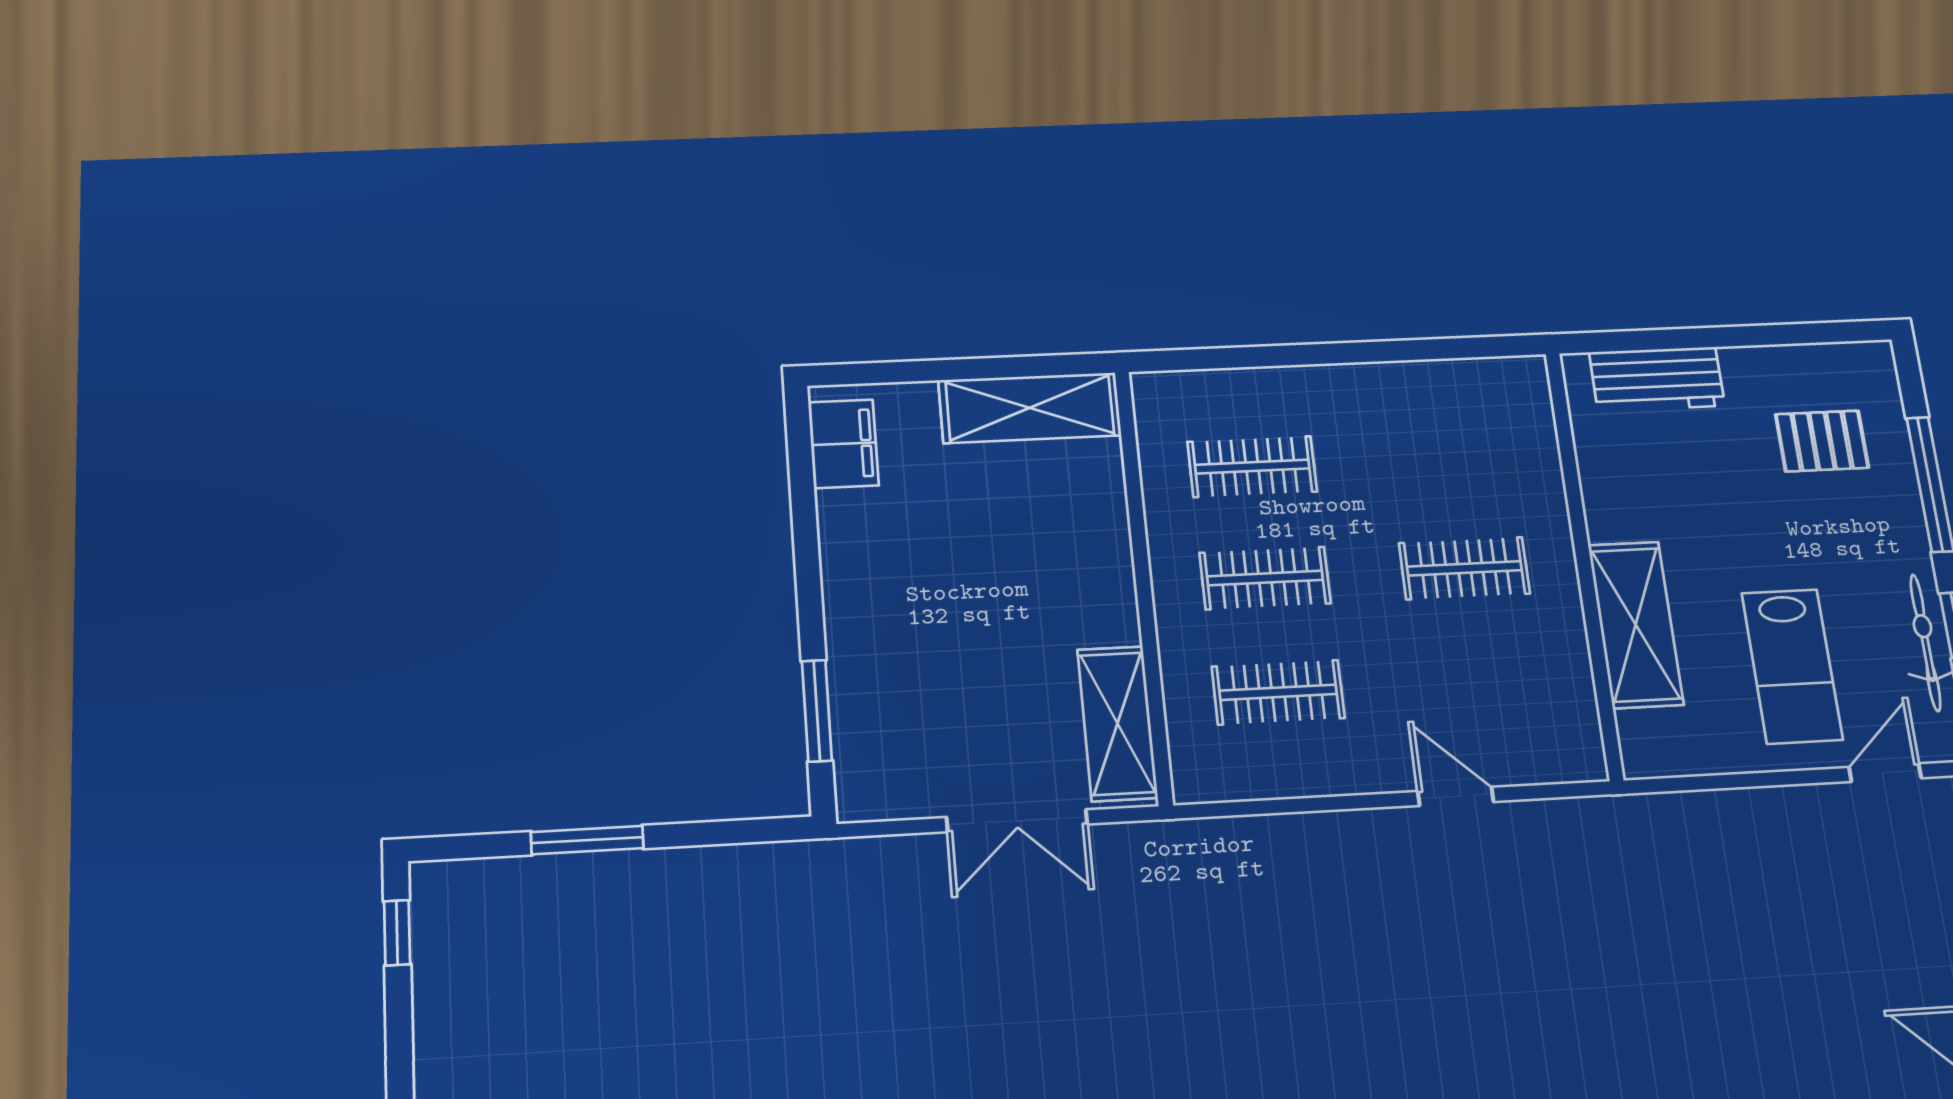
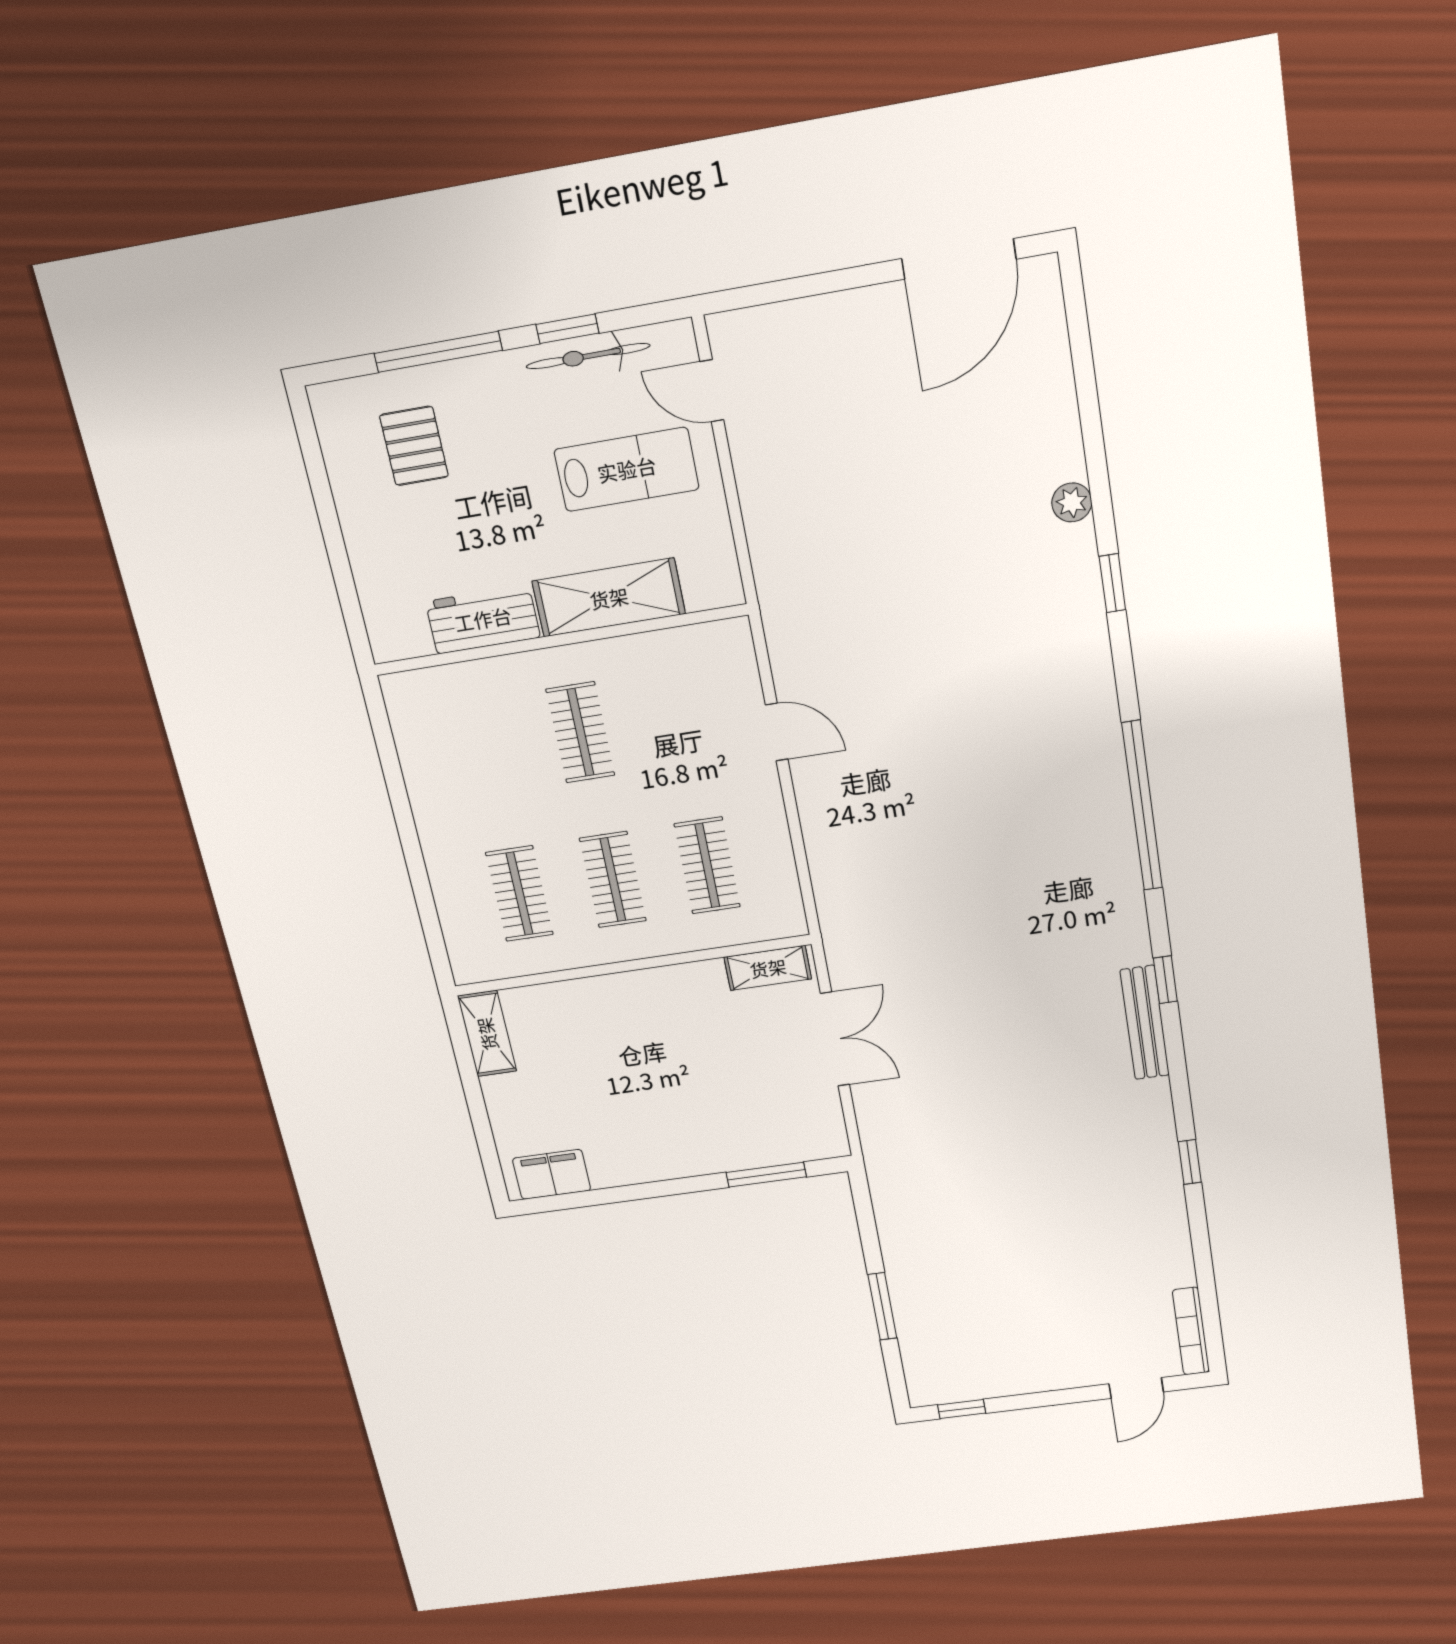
workbench: (1657, 379) -> (483, 619), moved, turned -90
shelving: (1030, 408) -> (487, 1034), width x0.67, depth x0.75
shelving: (1117, 723) -> (768, 968), width x0.67, depth x0.75
door: (1456, 796) -> (777, 732), swing flipped

